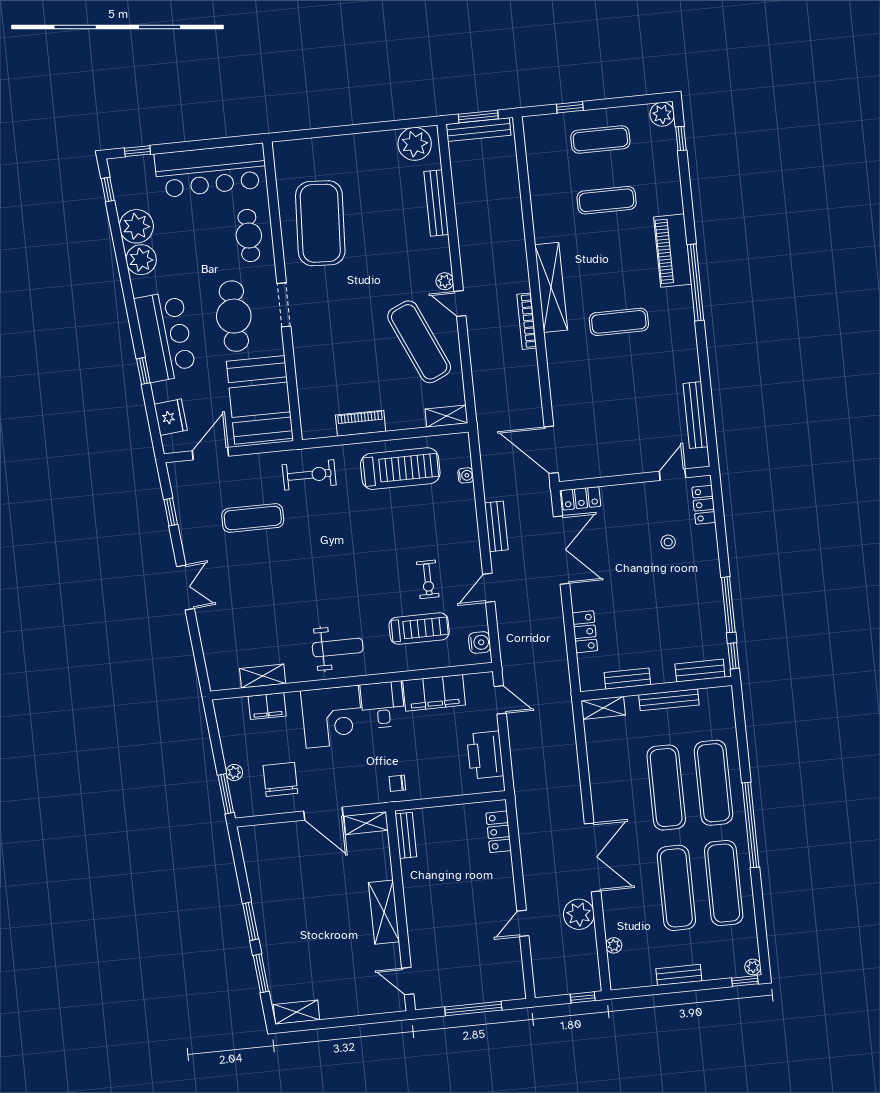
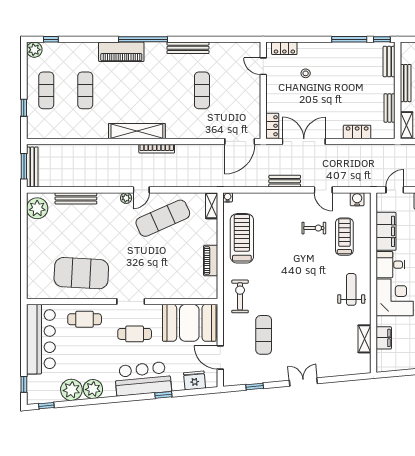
cafe table: (234, 316) -> (135, 334), width x0.73, depth x0.74
exercise mat: (619, 322) -> (202, 90), moved
bench: (696, 415) -> (188, 48), moved
water cooler: (466, 475) -> (228, 197), moved

